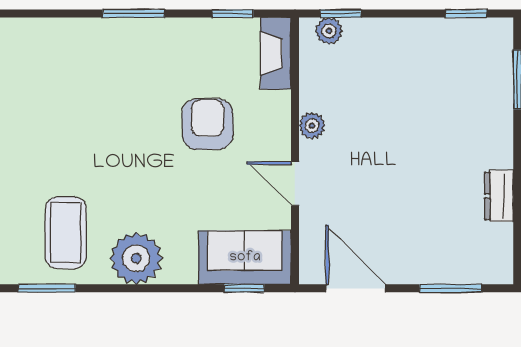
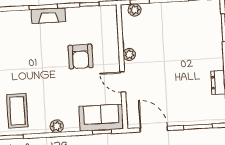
fireplace: (276, 53) -> (48, 16), moved, turned -90
armchair: (208, 124) -> (81, 56), turned 180
plant: (136, 258) -> (57, 126), width x0.53, depth x0.53

